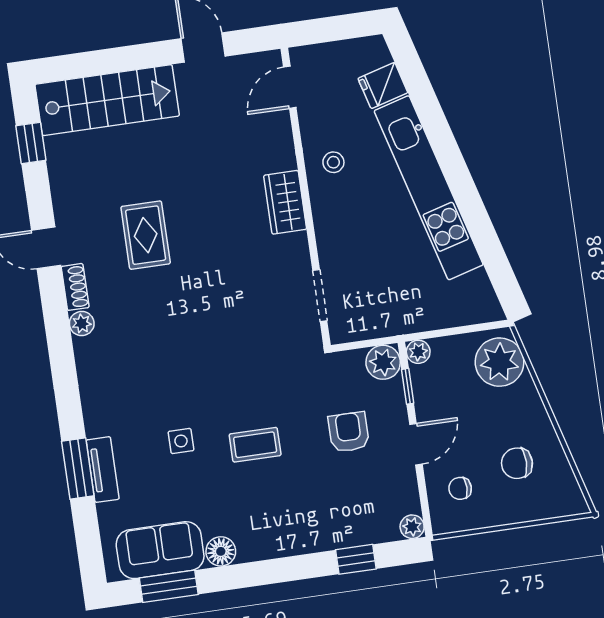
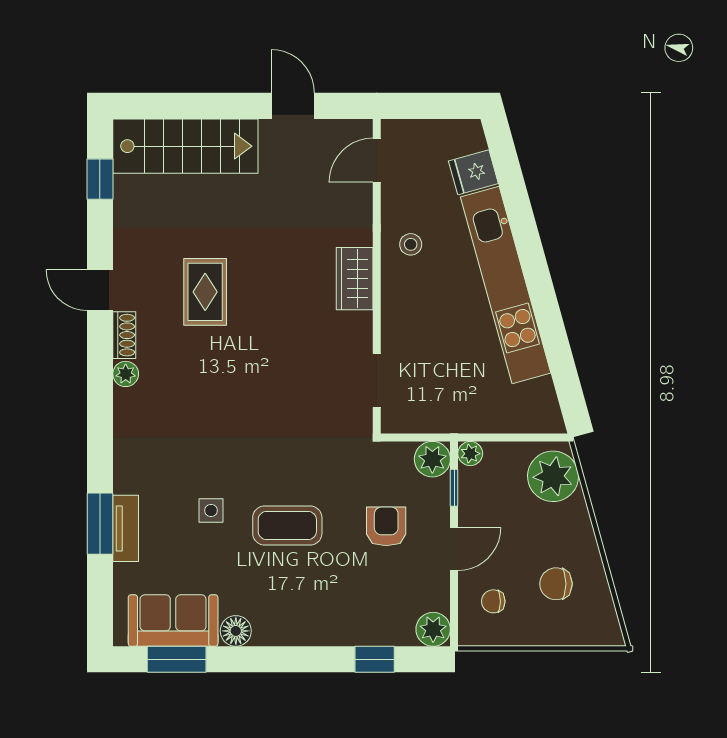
coffee table: (255, 445) -> (287, 525), width x1.36, depth x1.30
plant: (412, 527) -> (433, 629), width x1.38, depth x1.38

